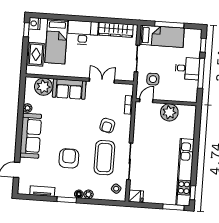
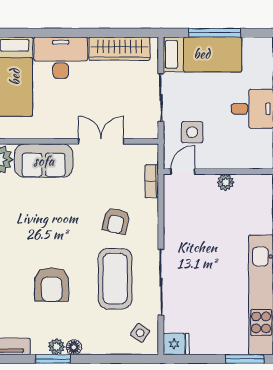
plant: (169, 112) -> (225, 182), width x0.53, depth x0.53
armchair: (69, 158) -> (52, 285), turned 180
plant: (88, 194) -> (57, 347), moved

